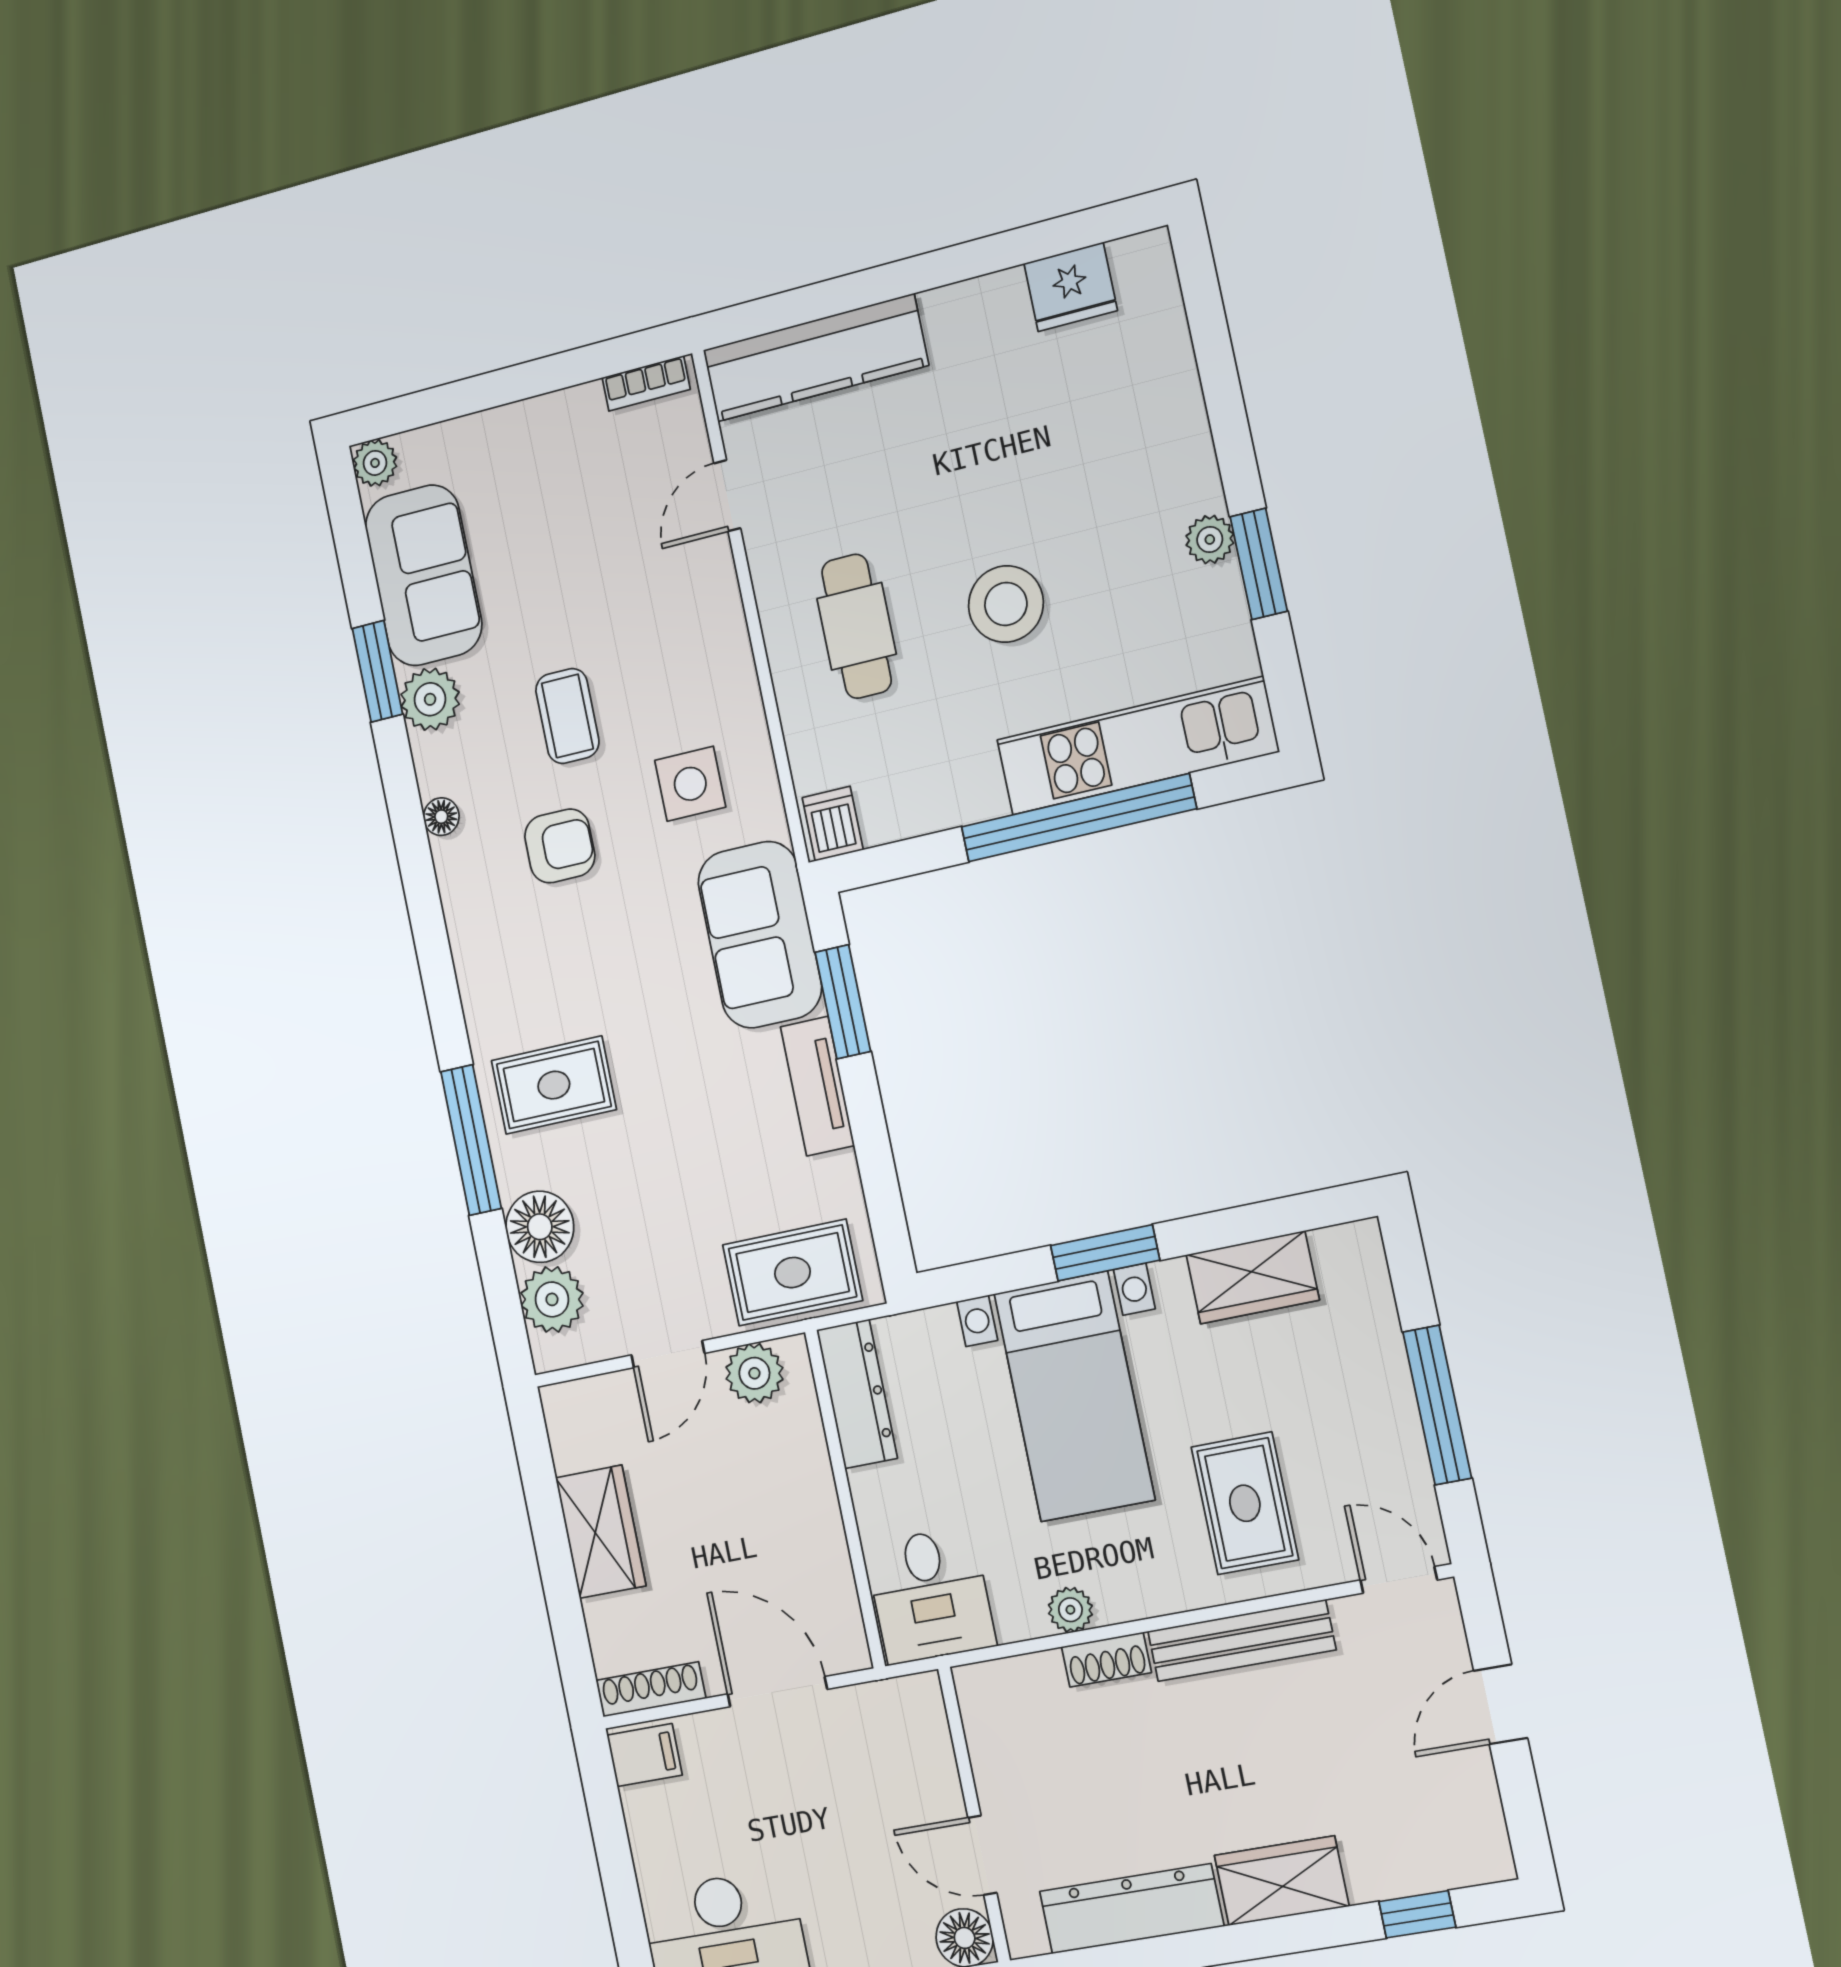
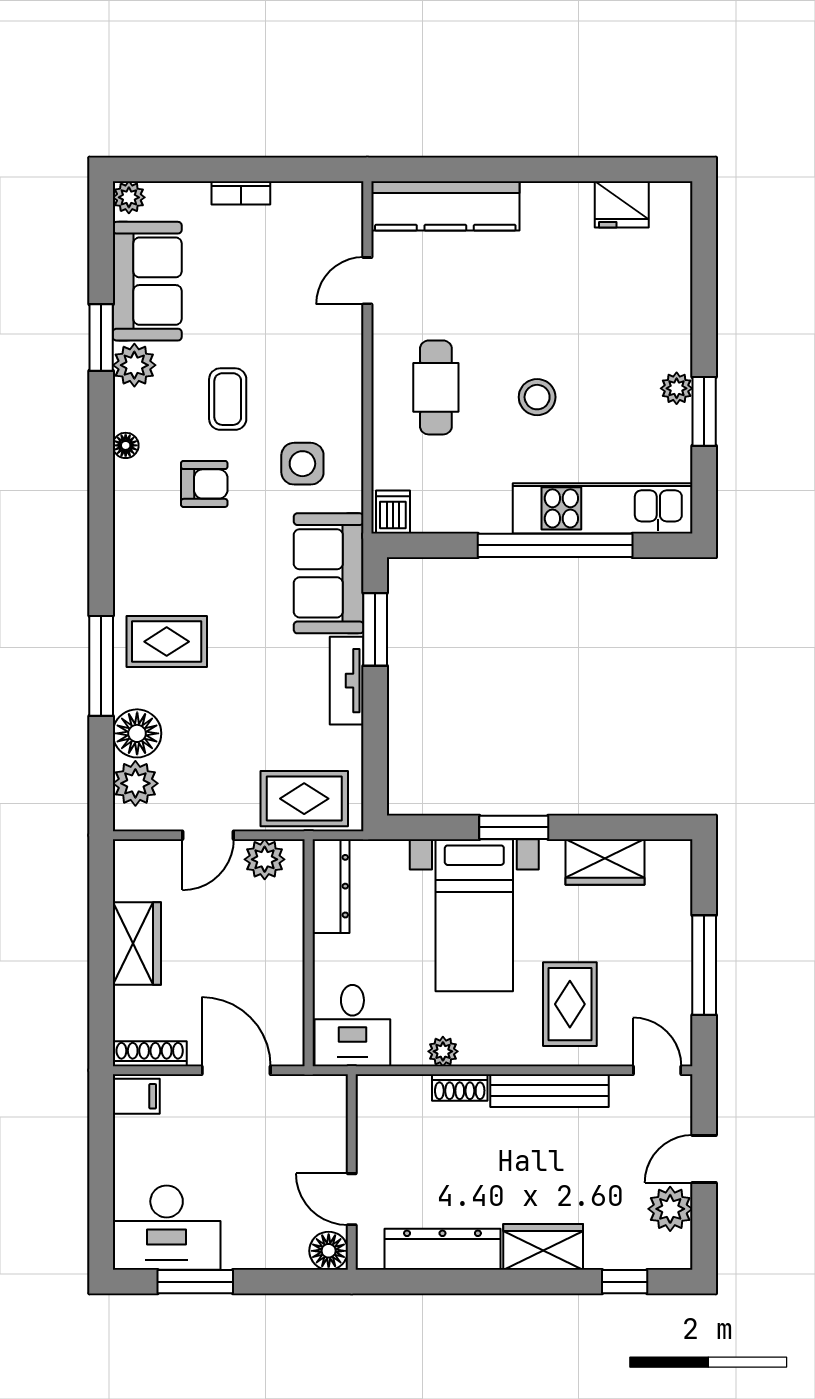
bookcase: (646, 383) -> (241, 193), moved
stool: (1006, 604) -> (537, 397), width x0.73, depth x0.73
plant: (1464, 1790) -> (670, 1209), added

